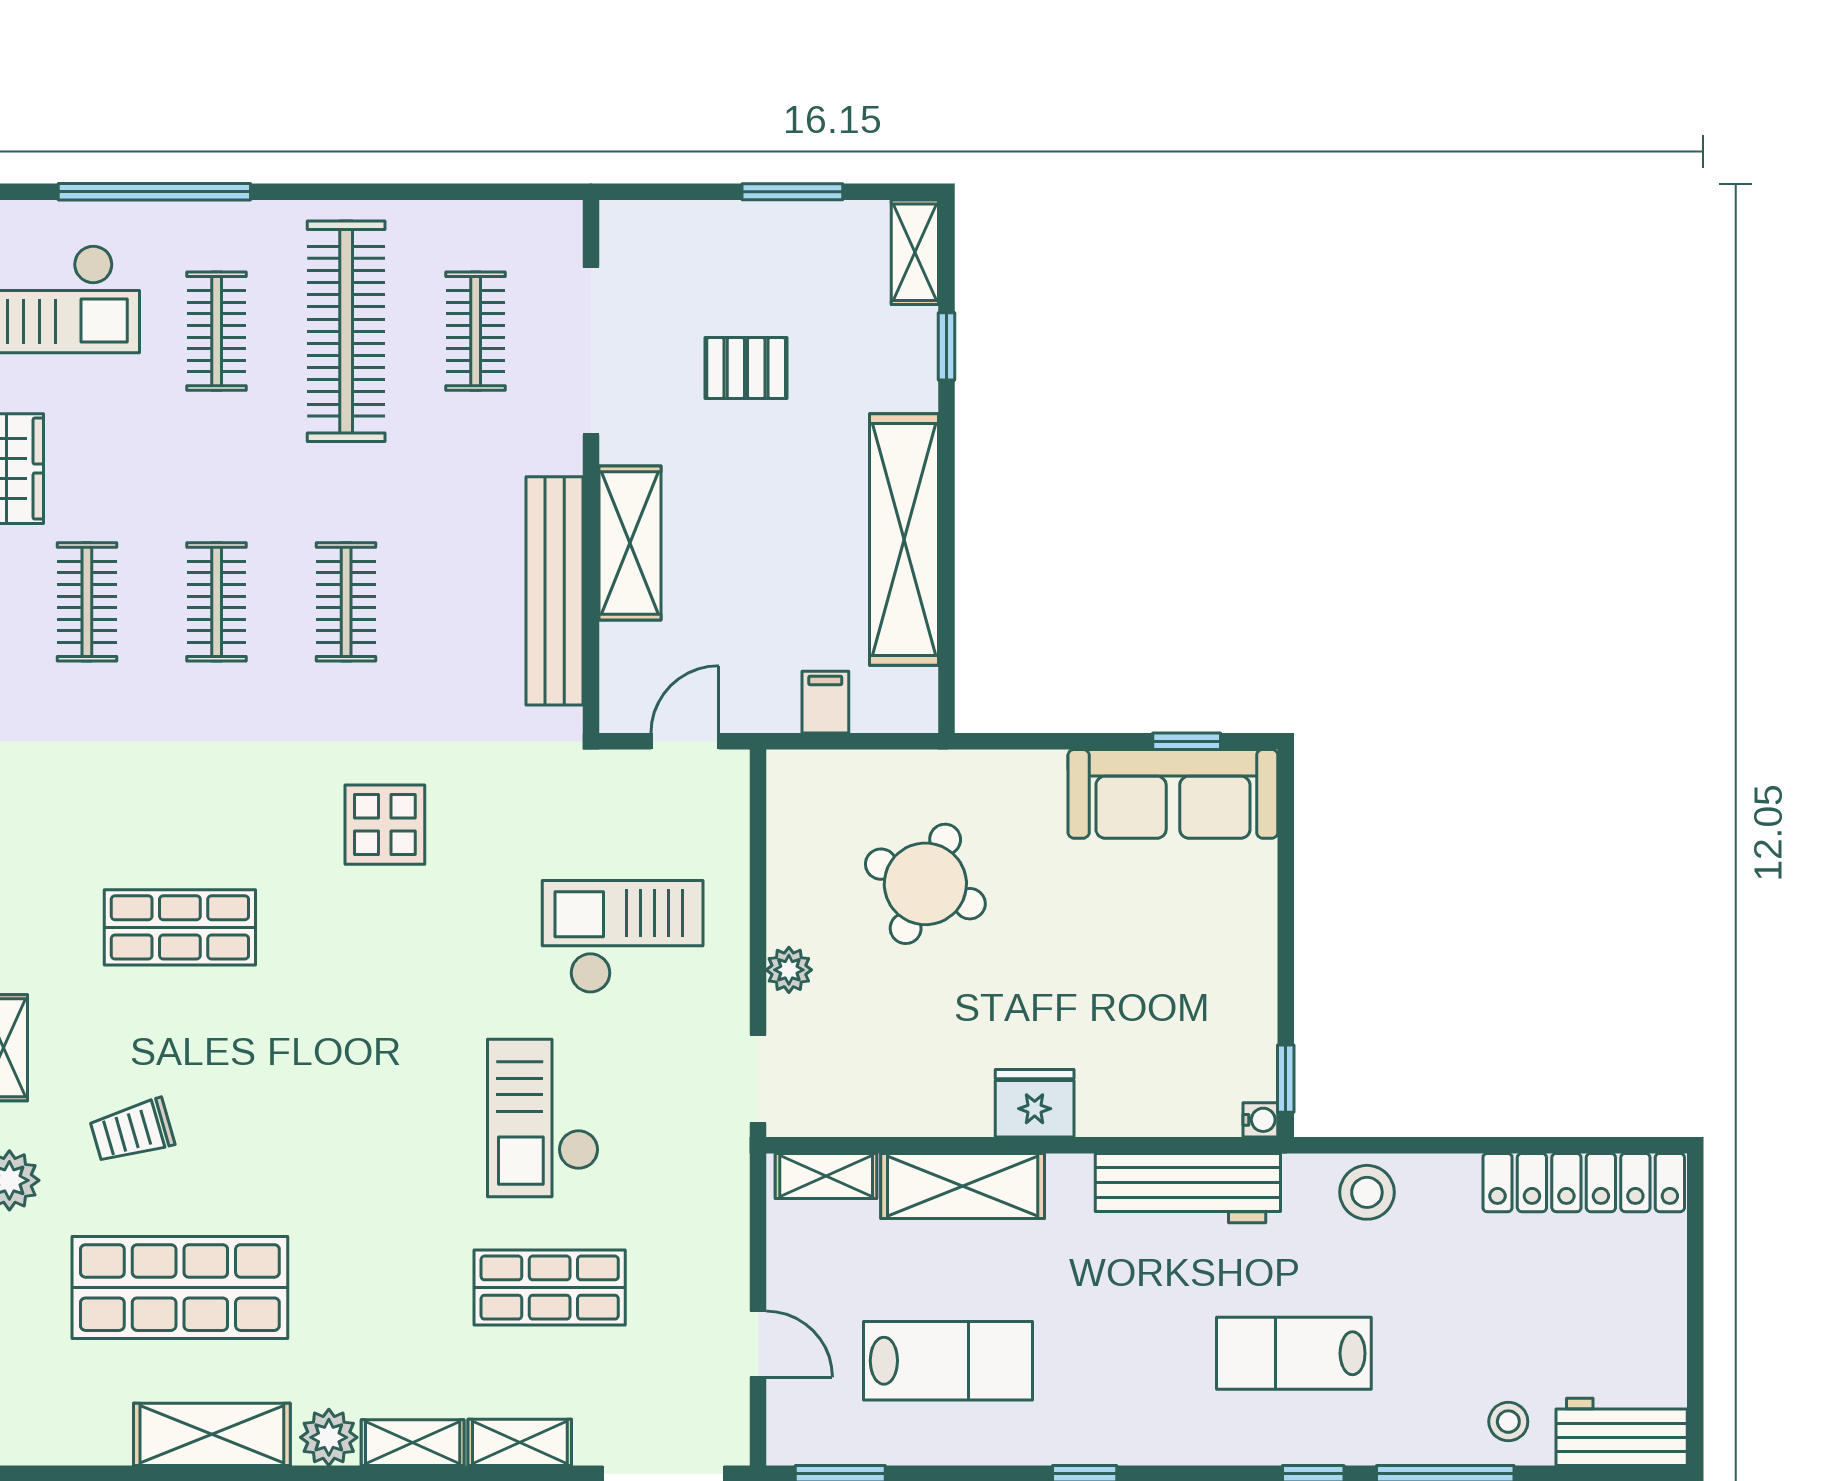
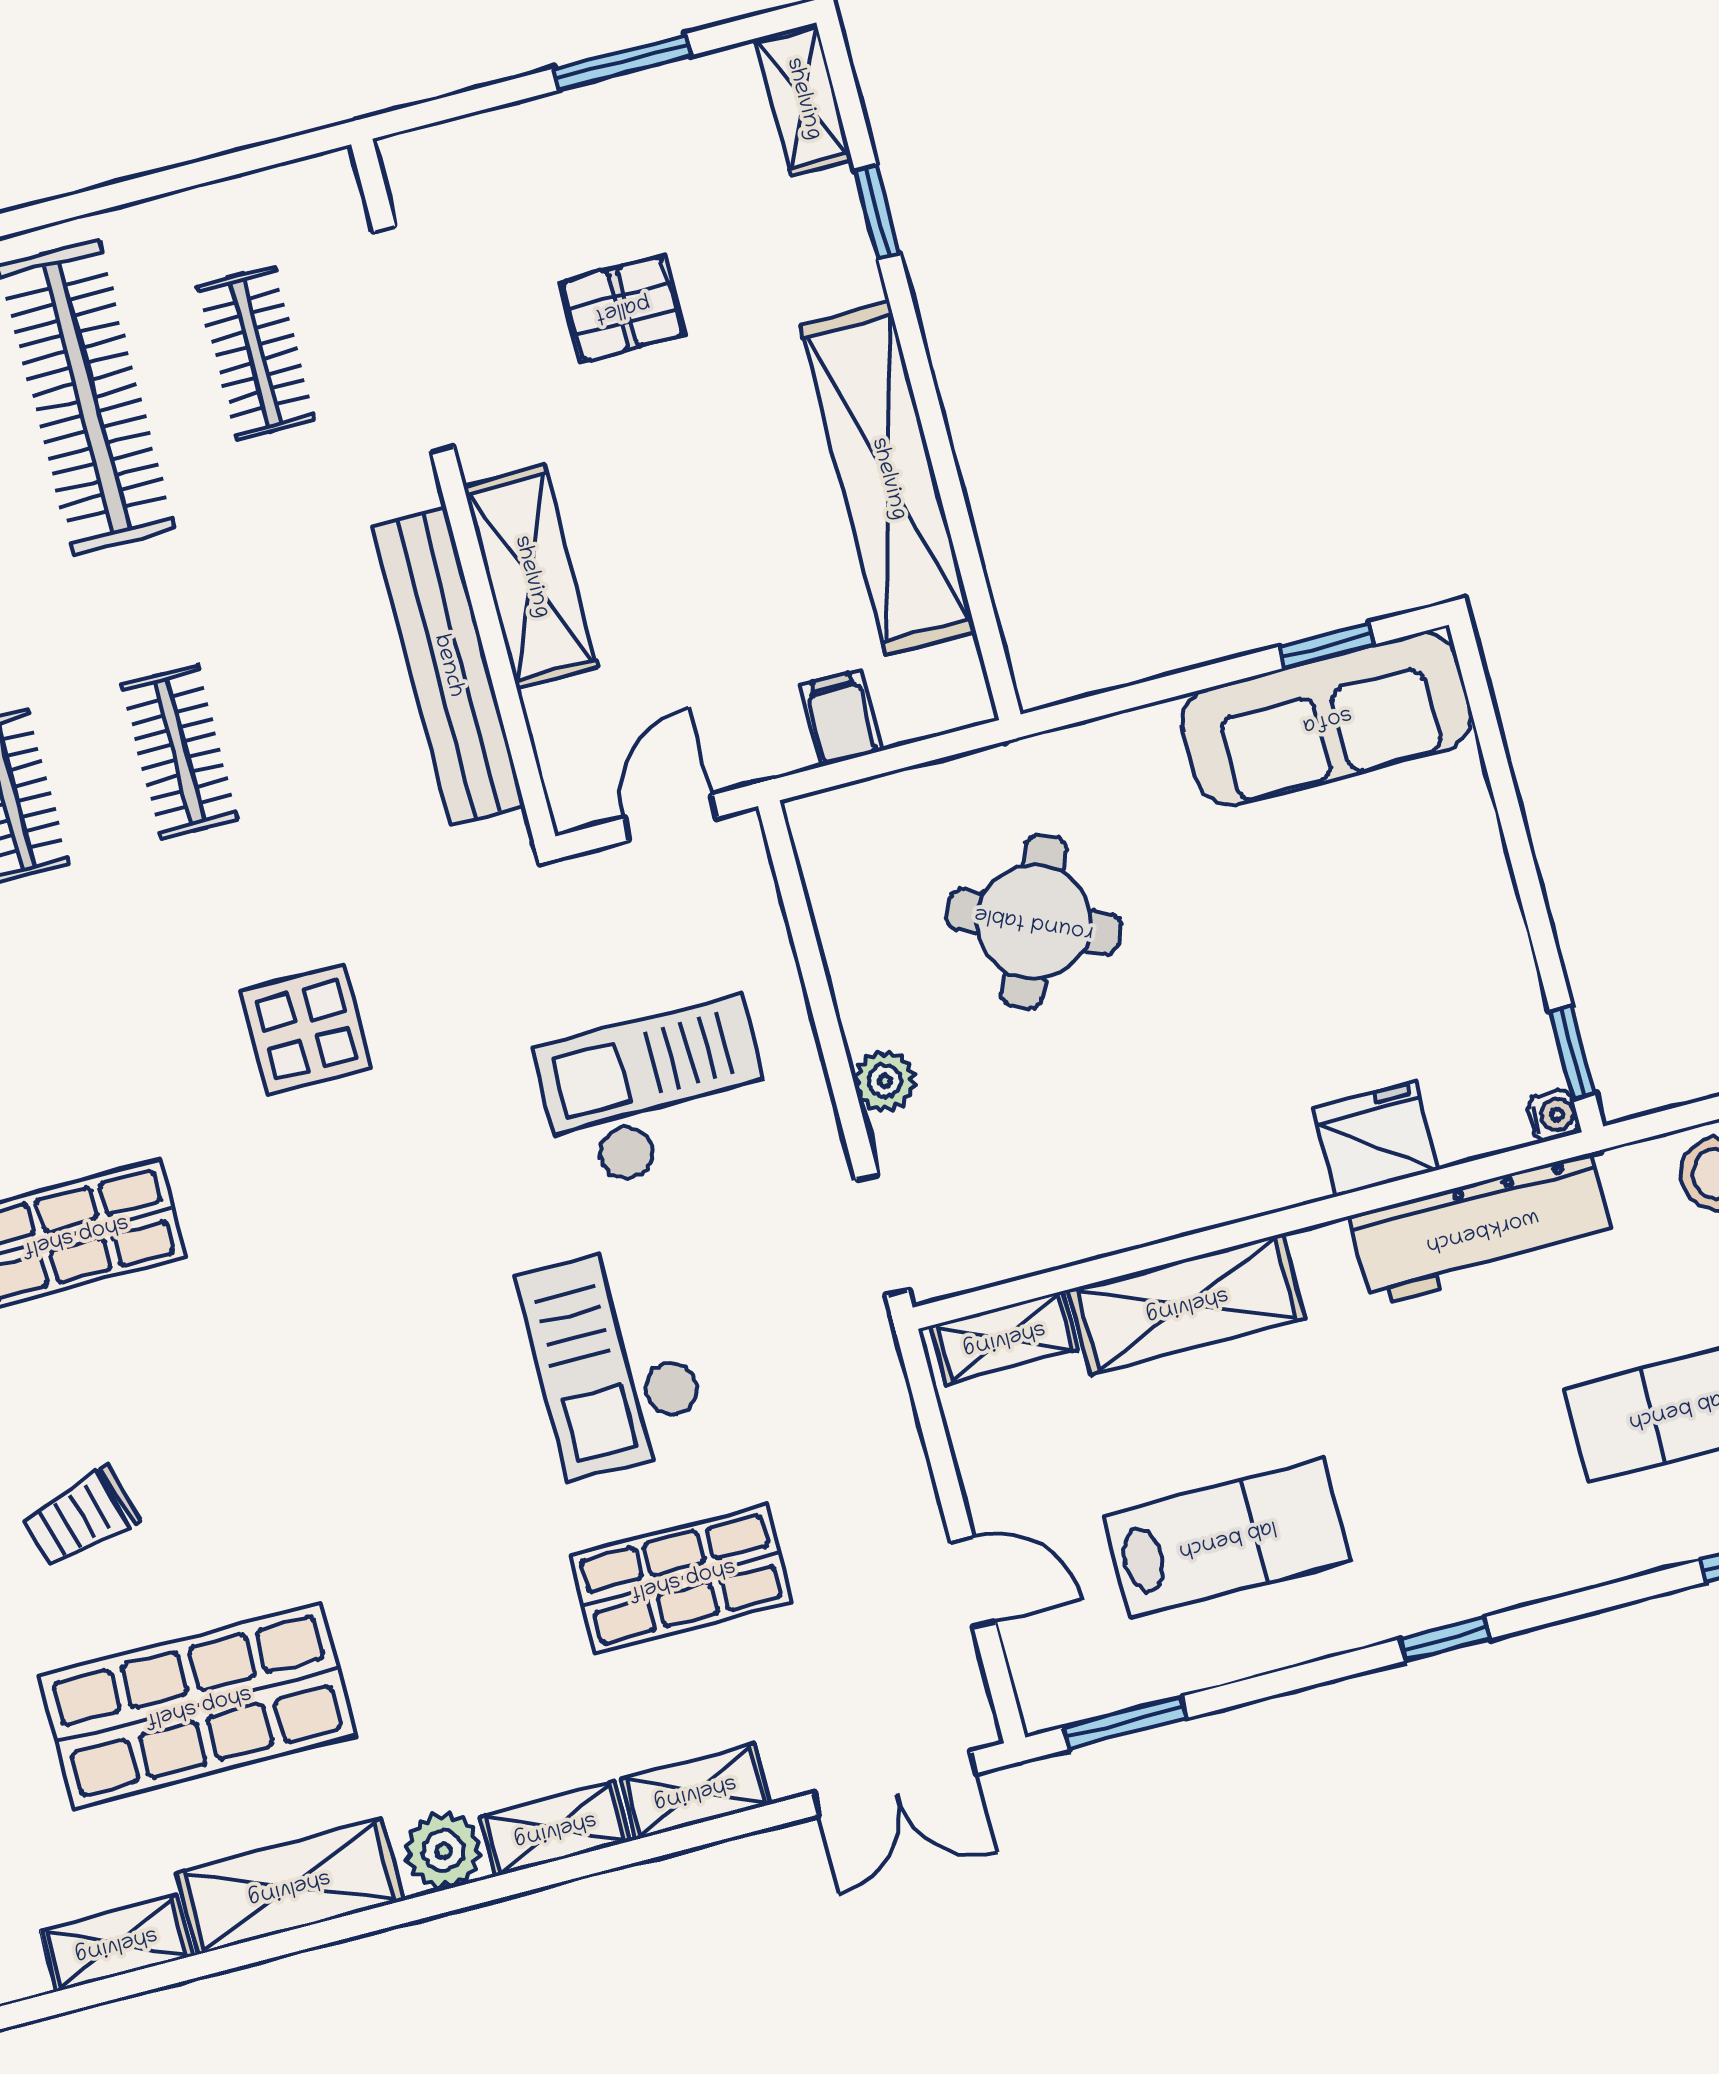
fridge: (1035, 1103) -> (1375, 1139), moved
shelving: (77, 1442) -> (116, 1944), added

